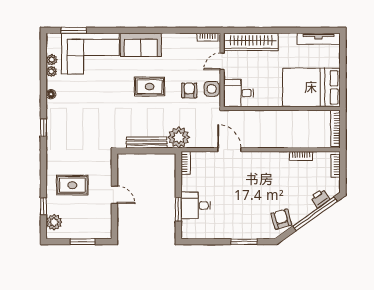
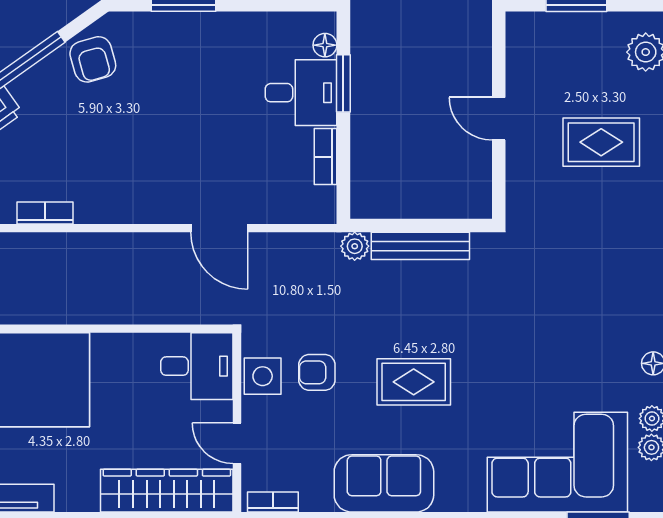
sofa: (141, 45) -> (384, 483), moved
door: (222, 61) -> (237, 443), swing flipped
armchair: (189, 90) -> (317, 372), turned 90
plant: (179, 137) -> (355, 246), width x0.53, depth x0.53
bookcase: (186, 163) -> (326, 157), moved
floor lamp: (186, 225) -> (325, 45), added

